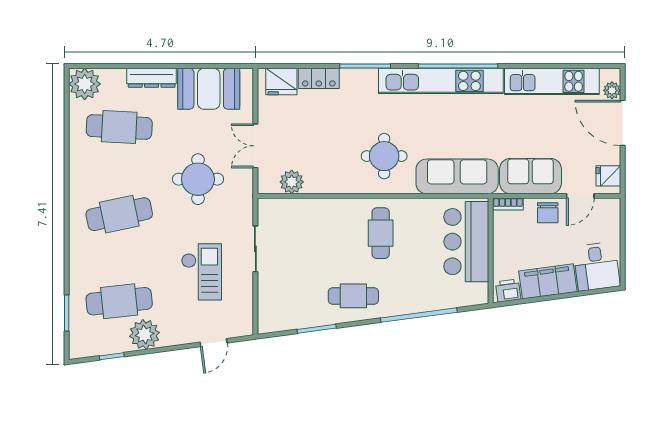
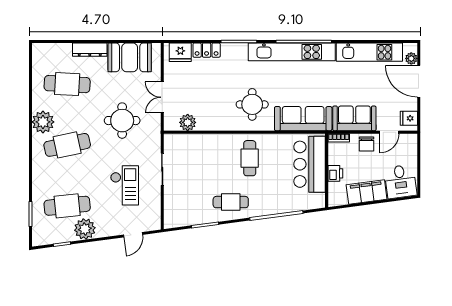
plant: (85, 84) -> (43, 122), moved
printer: (508, 291) -> (335, 173), moved, turned 98

